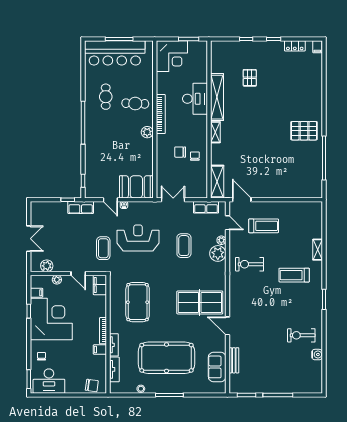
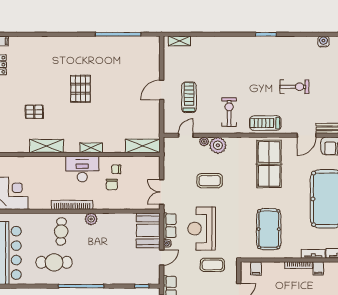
cafe table: (106, 97) -> (54, 262), width x1.37, depth x1.35
shelving: (217, 97) -> (47, 146), width x0.68
desk: (195, 99) -> (82, 169), moved
pallet: (304, 131) -> (80, 89), moved
door: (242, 200) -> (162, 90), moved
row of seats: (206, 207) -> (170, 226), moved
shelving: (318, 250) -> (179, 41), moved
exercise bike: (250, 264) -> (229, 112), turned 180
treadmill: (294, 275) -> (265, 123), moved, turned 90
filing cabinet: (100, 285) -> (256, 269), width x0.50
pool table: (138, 302) -> (269, 229), turned 90
door: (227, 326) -> (307, 135), moved
exercise bike: (301, 335) -> (294, 87), moved, turned -90

